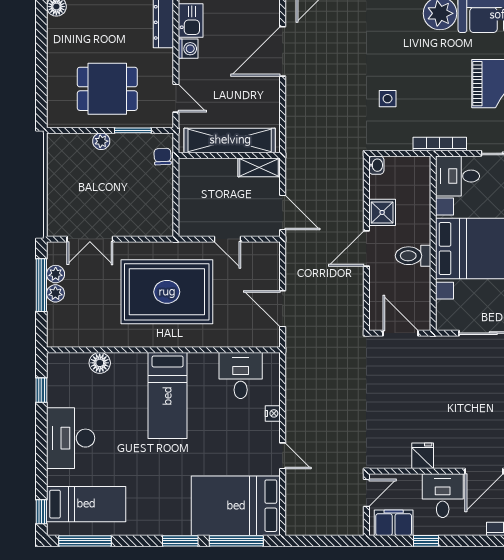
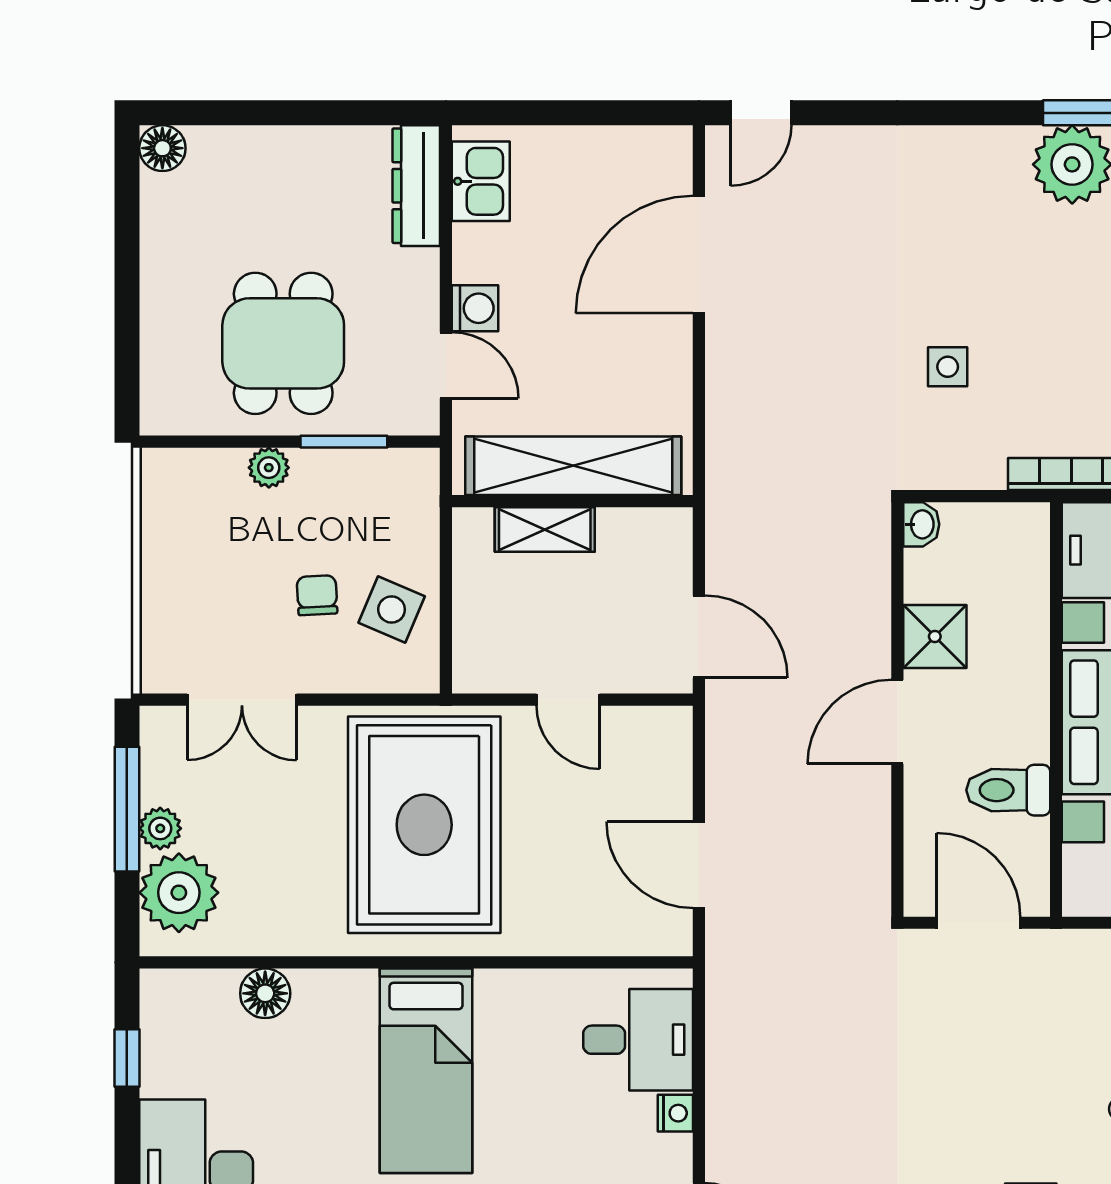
washing machine: (188, 49) -> (475, 308), moved
dining table: (107, 89) -> (283, 343), turned 90
chair: (163, 157) -> (317, 595), moved
shelving: (259, 167) -> (545, 530), moved
side table: (153, 201) -> (392, 609), added
toilet: (413, 256) -> (1008, 790), moved
plant: (56, 274) -> (179, 893), moved, width x1.88, depth x1.88
rug: (167, 292) -> (424, 825), turned 90
desk: (241, 376) -> (638, 1040), moved, turned 90

